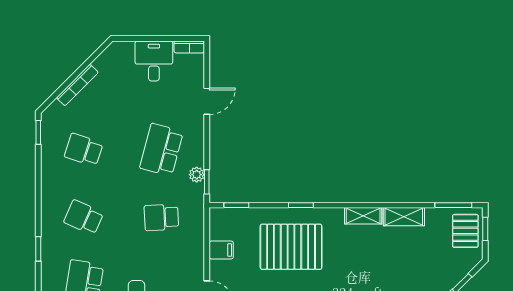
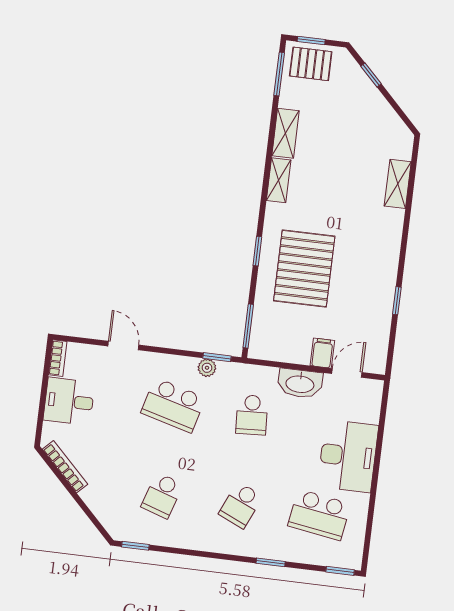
bookcase: (77, 85) -> (65, 467), moved
window: (236, 205) -> (248, 326), width x1.50
filing cabinet: (221, 250) -> (322, 353), moved
washbasin: (193, 255) -> (300, 383), added

